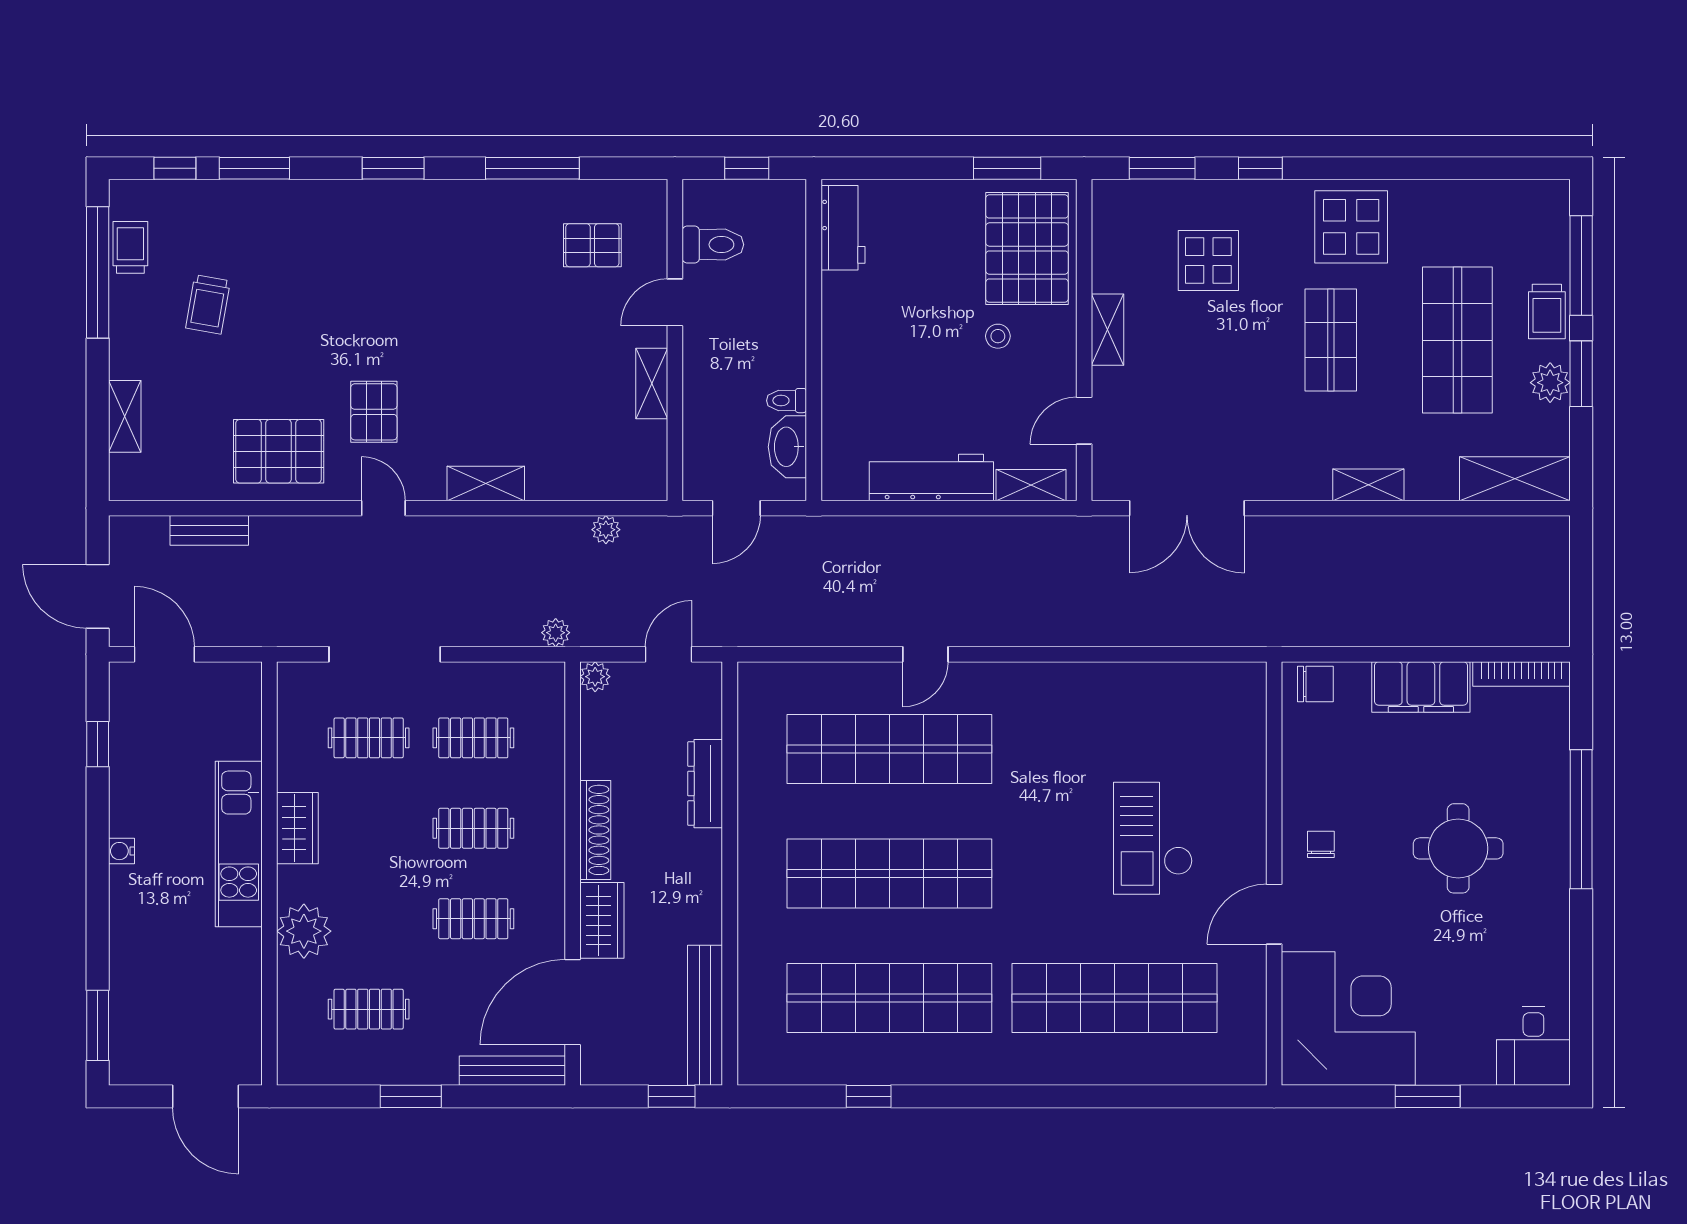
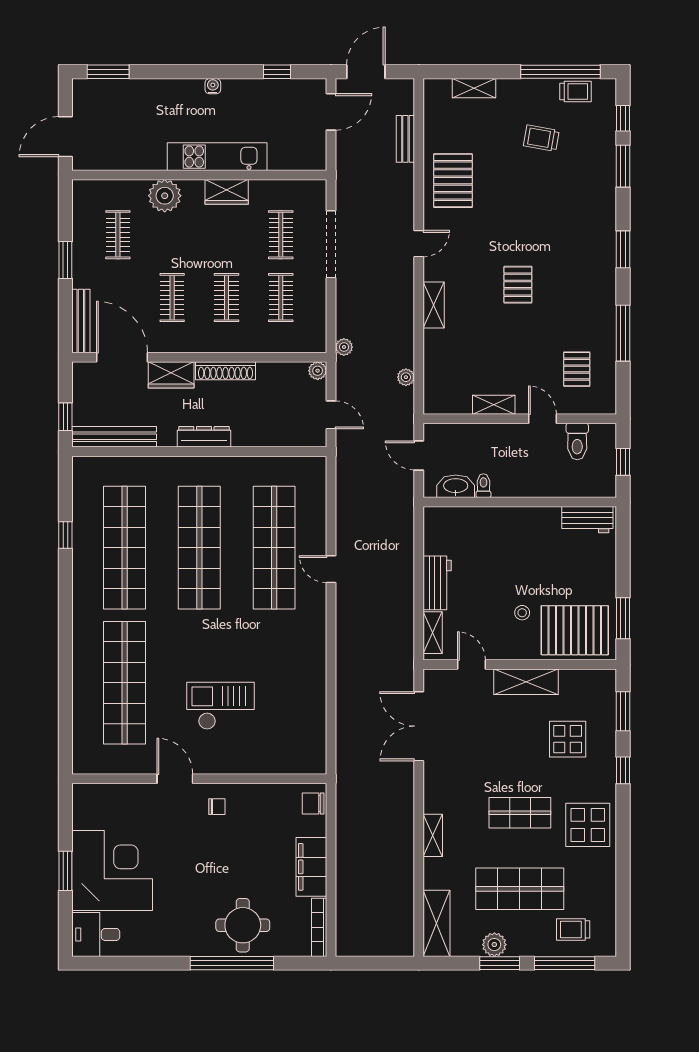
trolley: (1547, 311) -> (573, 929), moved
shelving: (1108, 330) -> (526, 682), width x1.50, depth x1.33
pallet: (374, 412) -> (518, 285), moved, turned 90
workbench: (931, 478) -> (437, 583), width x0.73
chair: (1315, 684) -> (313, 803), turned 90
dresser: (705, 784) -> (204, 437), moved
round table: (1458, 848) -> (243, 925), moved
corner desk: (1348, 1019) -> (112, 870), moved, turned -90

